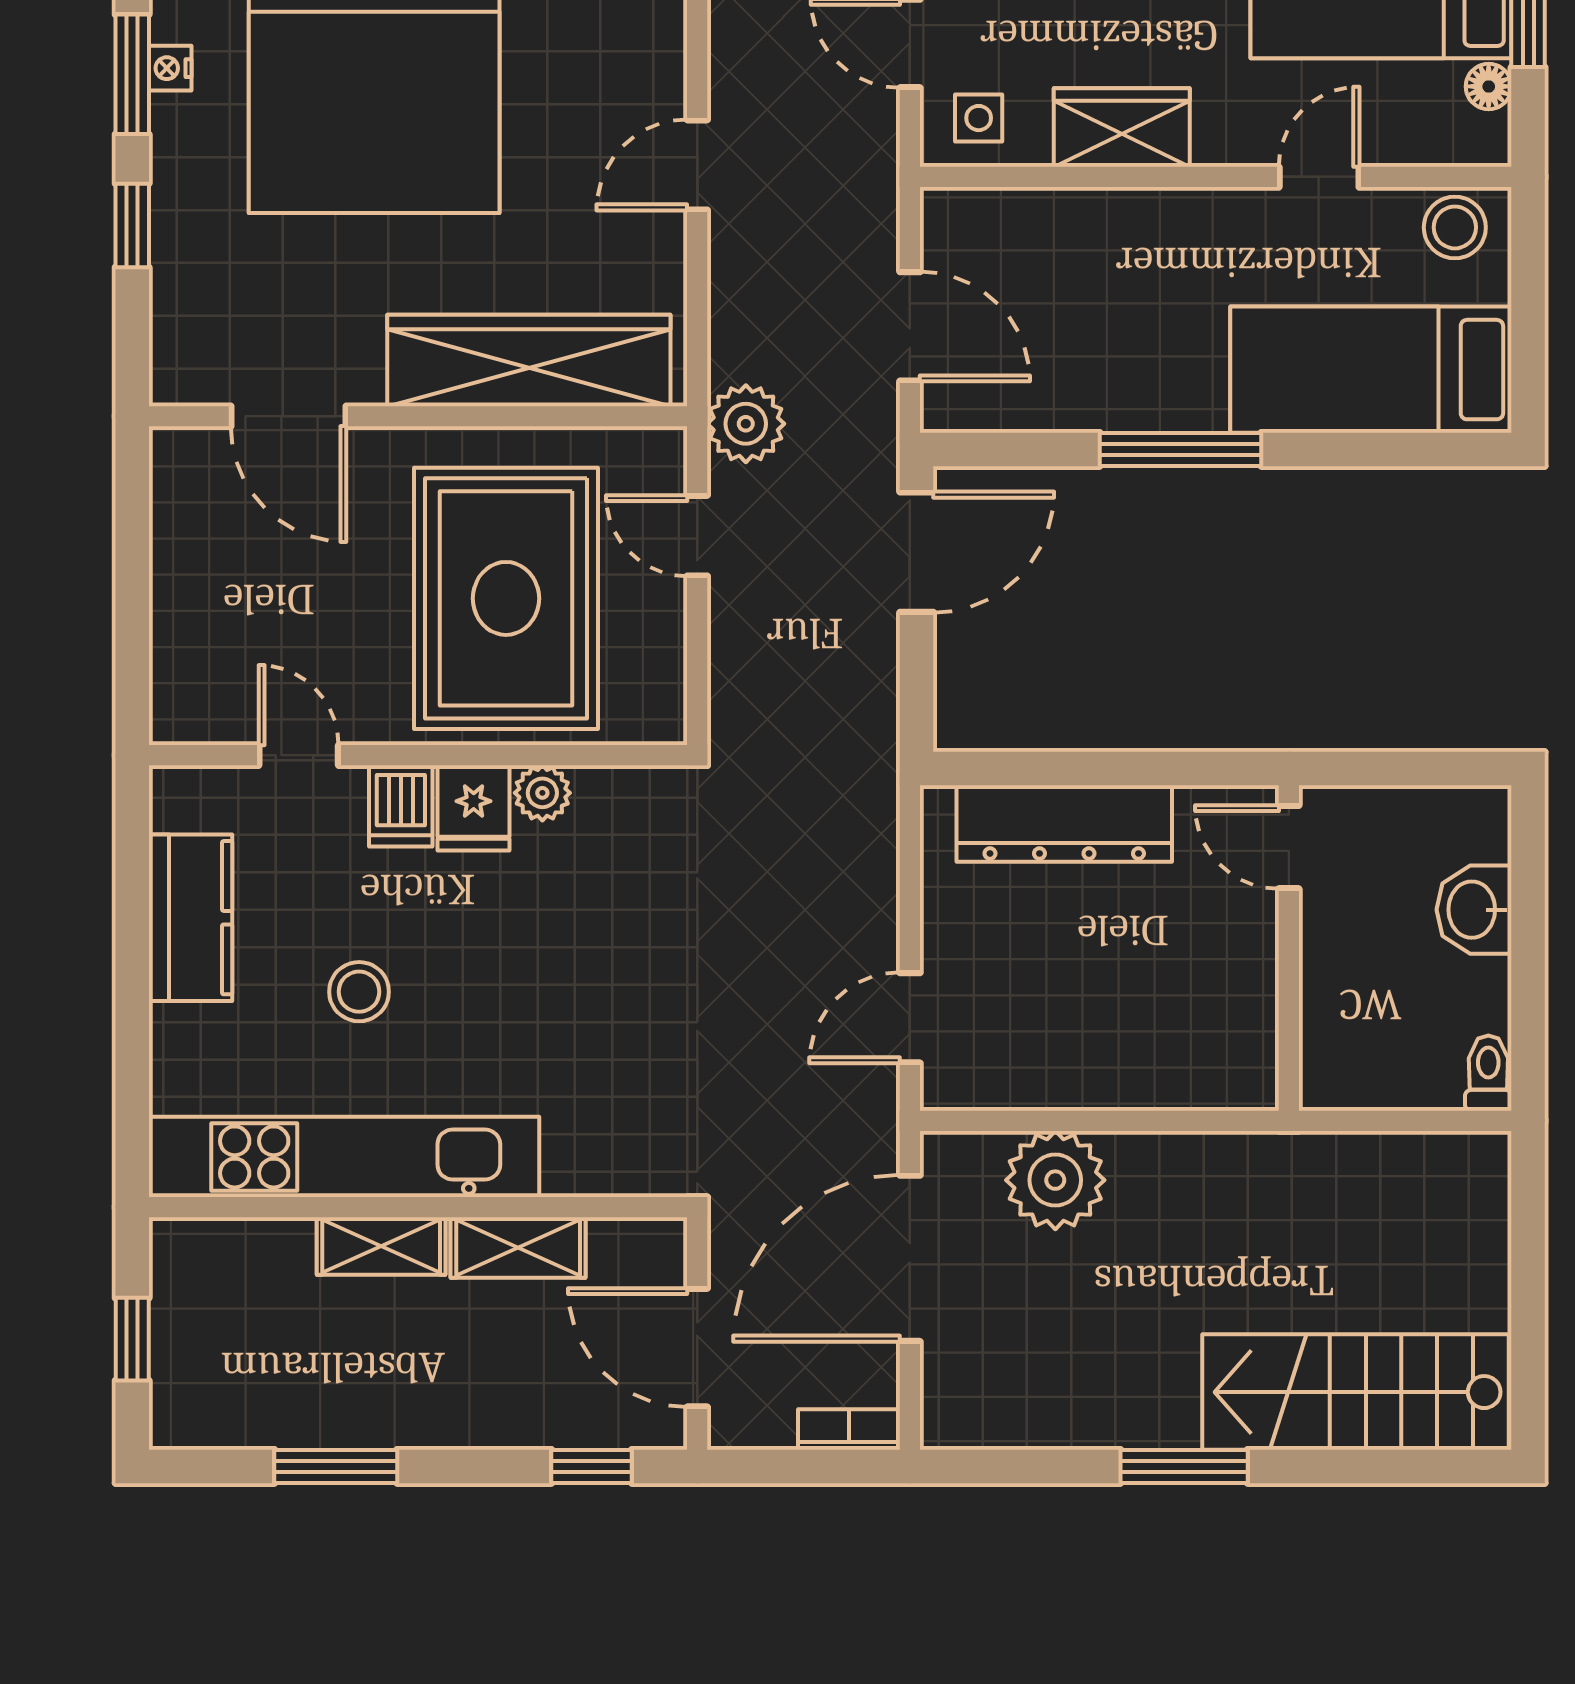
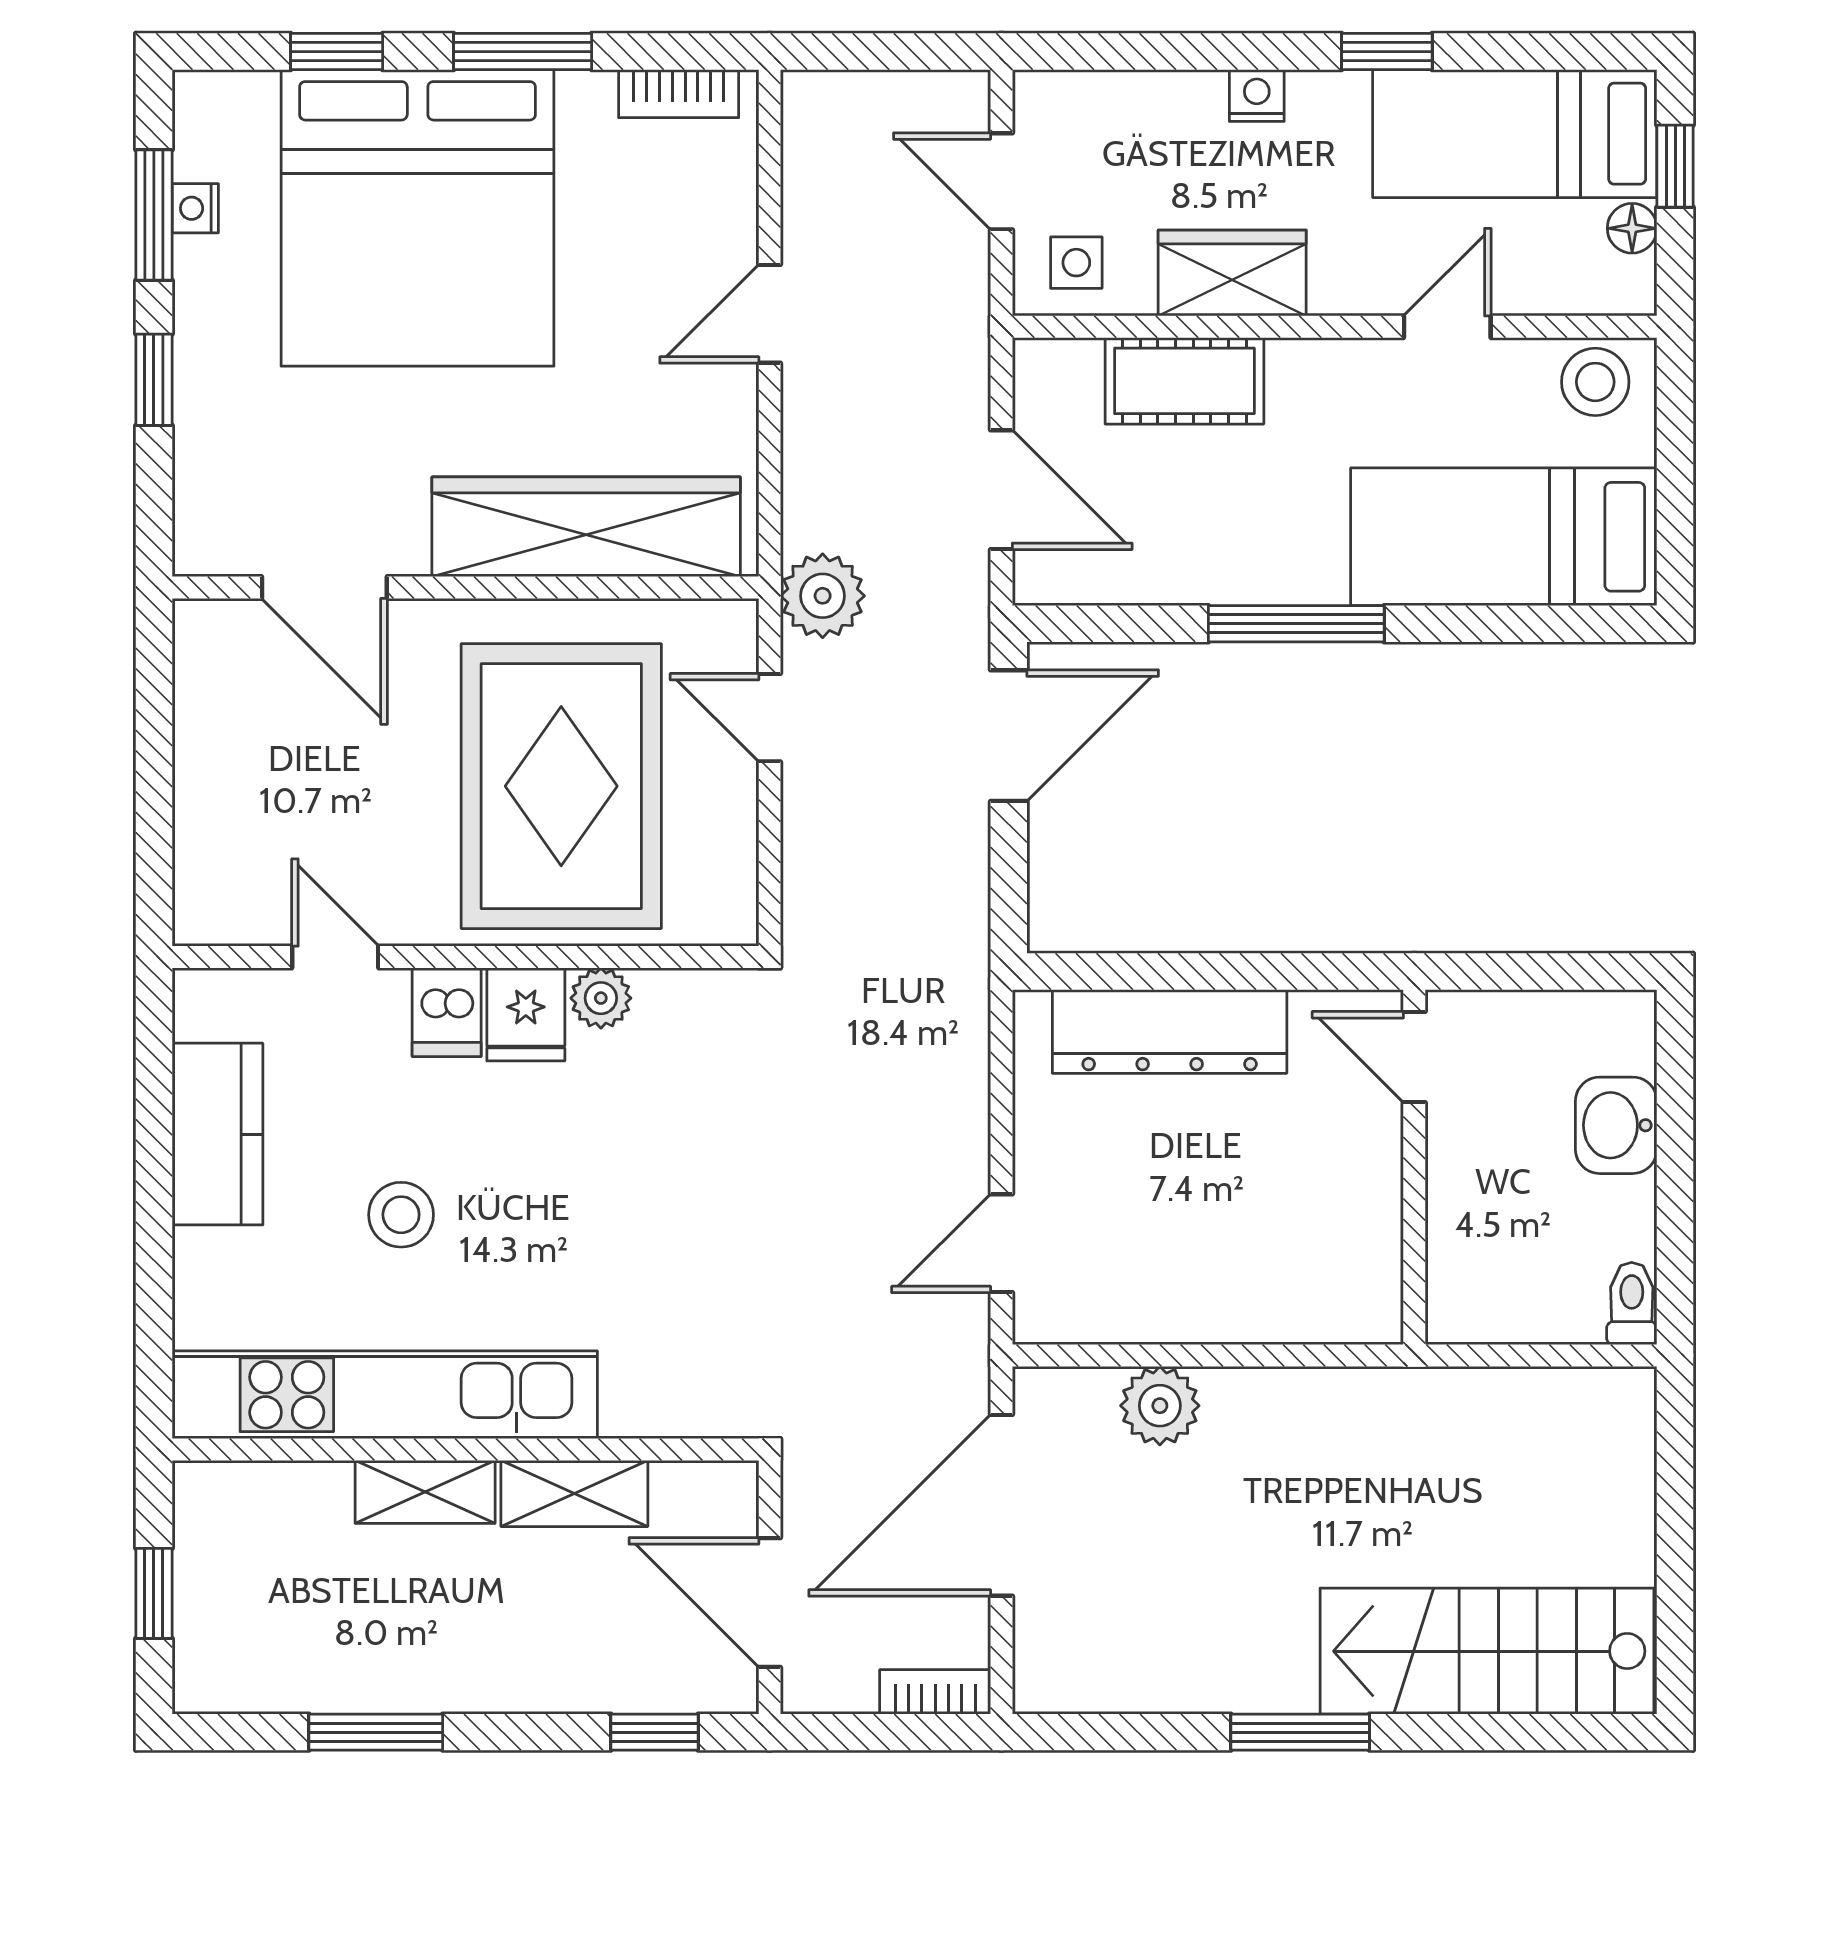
cot: (1078, 227) -> (1184, 381), added
plant: (1055, 1180) -> (1160, 1406), width x0.73, depth x0.73

